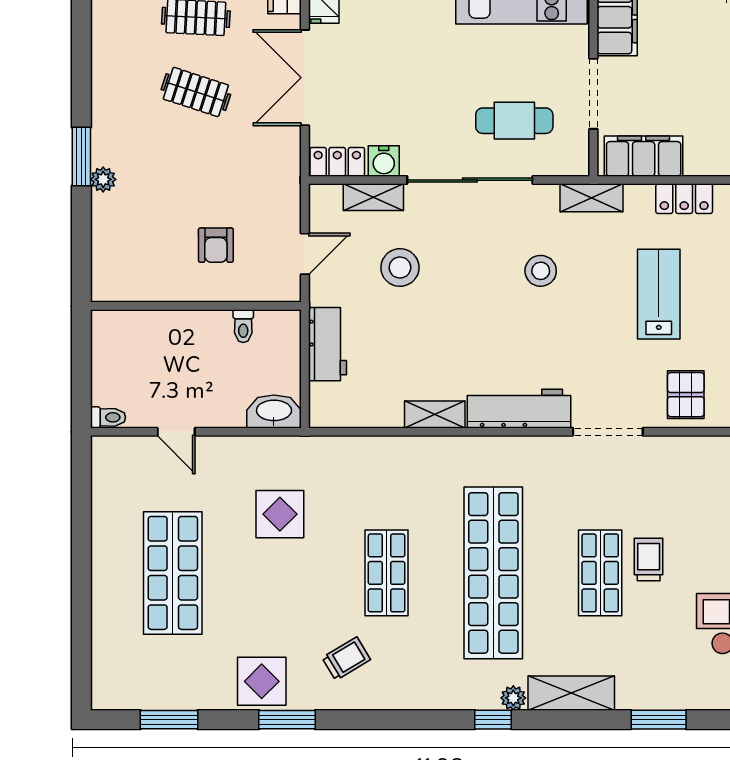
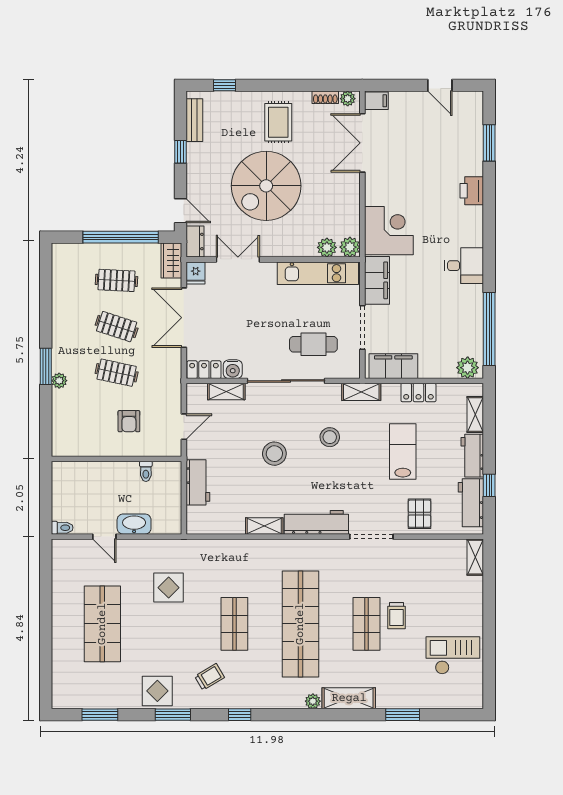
clothes rail: (196, 167) -> (117, 373), added
stool: (400, 268) -> (274, 454), moved
washbasin: (274, 411) -> (134, 524), moved
trolley: (649, 560) -> (396, 616), turned 180
window: (493, 720) -> (240, 715), moved

